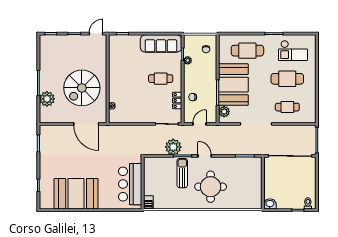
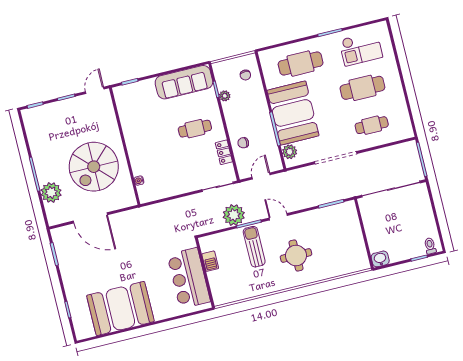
door: (86, 124) -> (90, 218), moved
round table: (211, 187) -> (296, 255), width x0.73, depth x0.73
barbecue: (148, 202) -> (210, 261), moved

